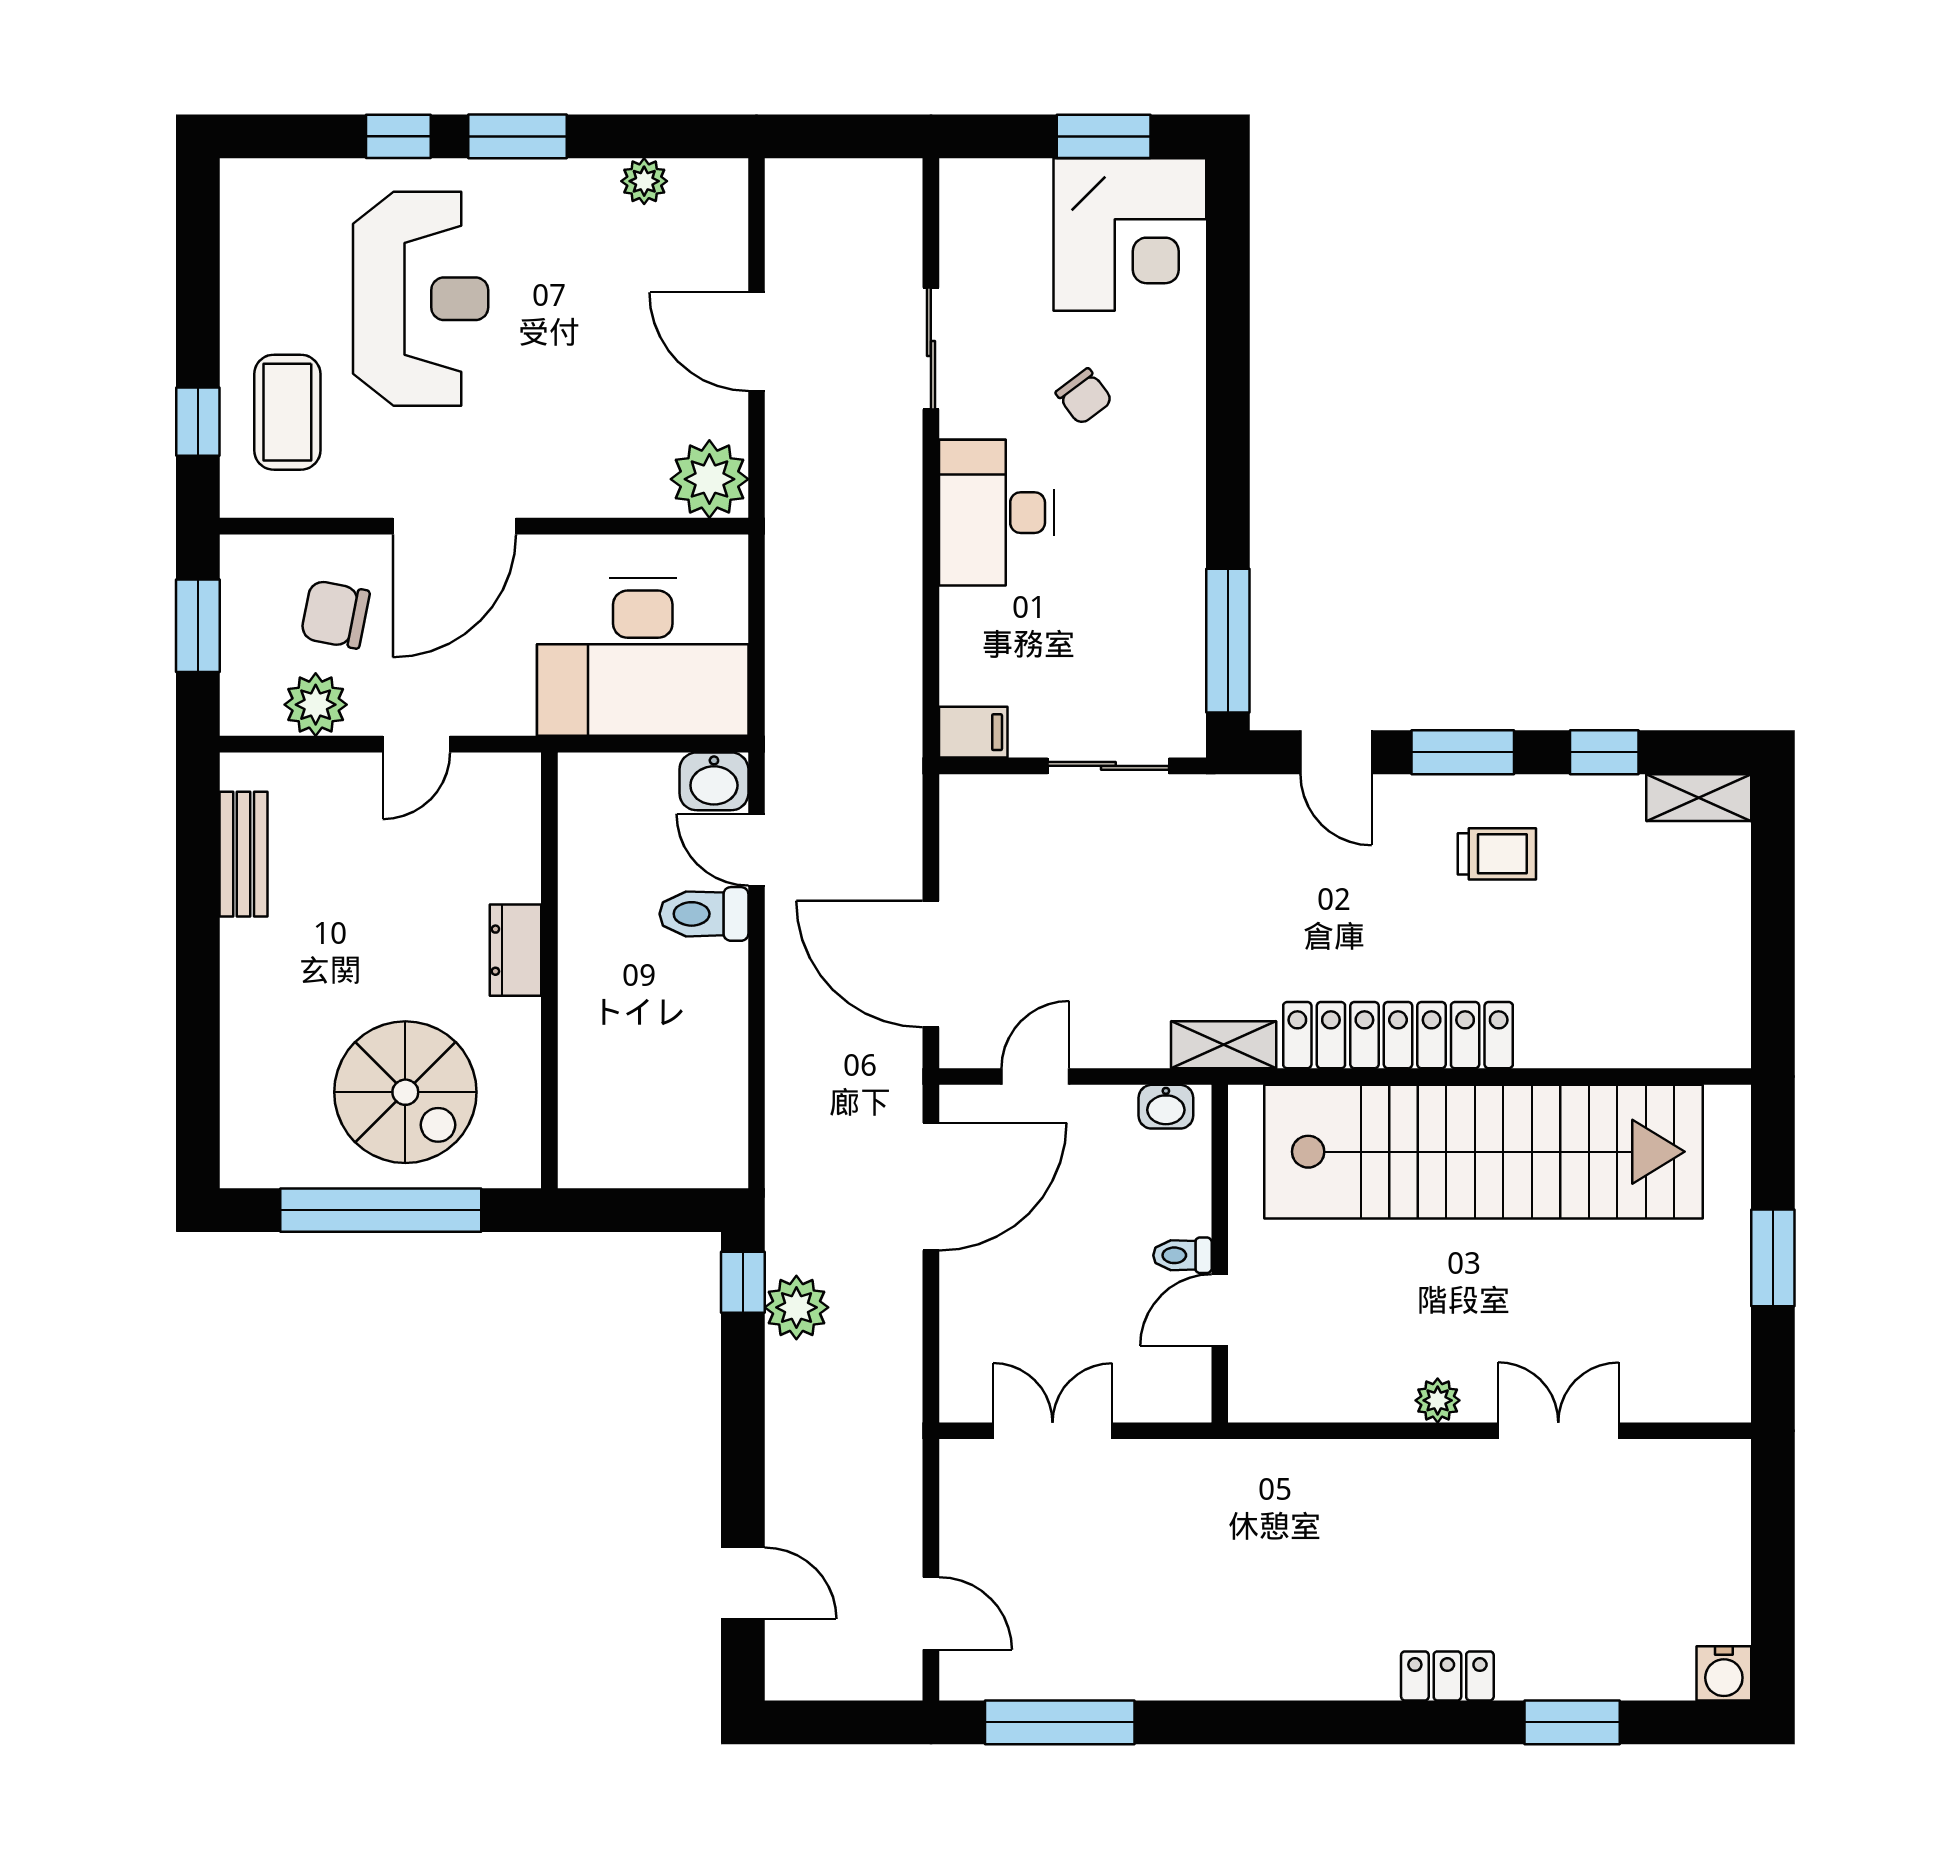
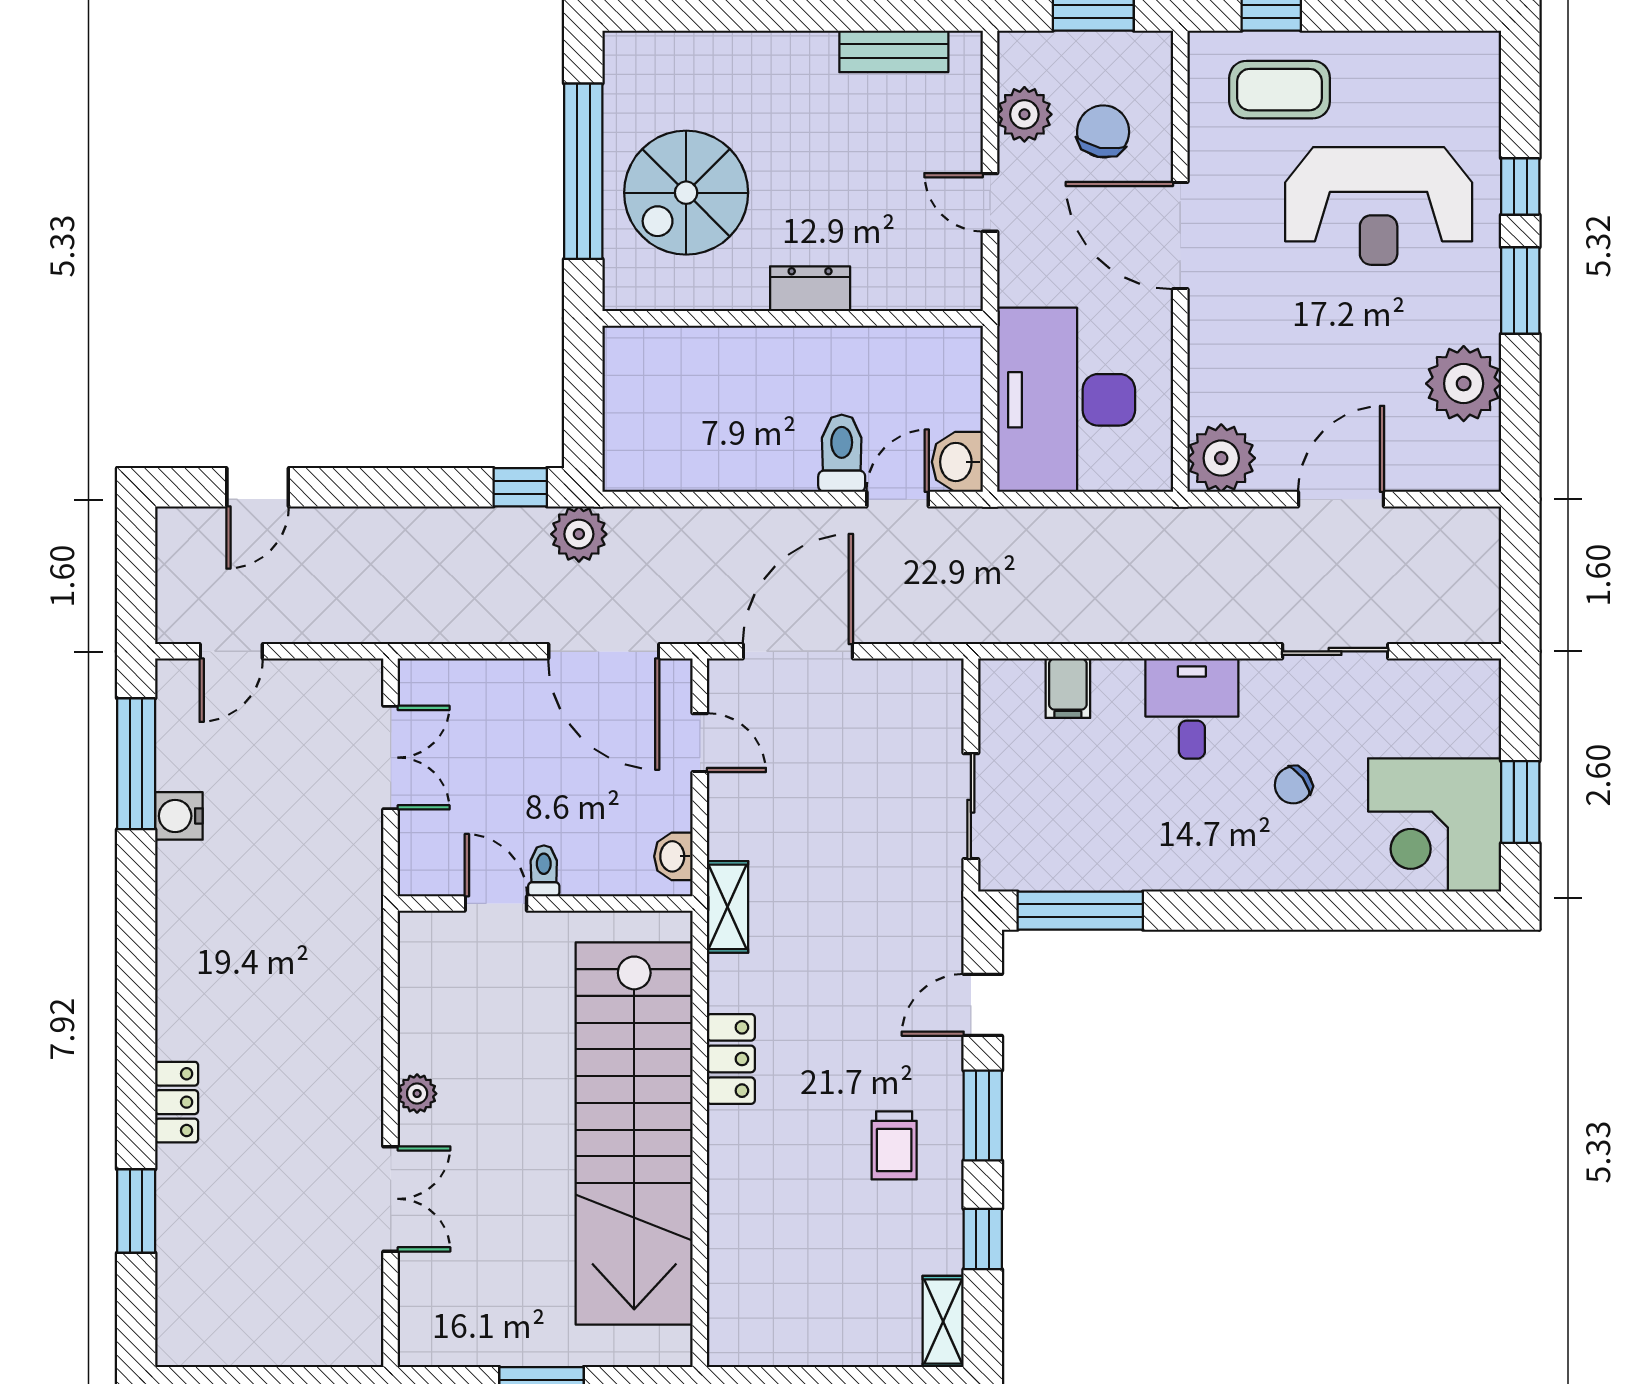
plant: (644, 181) -> (1464, 384), width x1.88, depth x1.88
desk: (997, 513) -> (1192, 709), width x0.73
filing cabinet: (973, 732) -> (1068, 688), moved
locker: (1398, 1035) -> (731, 1059), width x0.46, depth x0.83
plant: (796, 1307) -> (579, 534), moved
water cooler: (1724, 1673) -> (179, 816), moved

